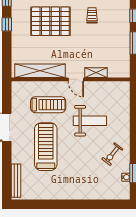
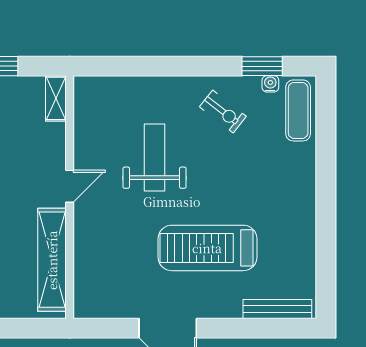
shelving: (96, 73) -> (56, 98), moved
treadmill: (48, 105) -> (122, 243), removed
exercise mat: (113, 191) -> (298, 110), added

